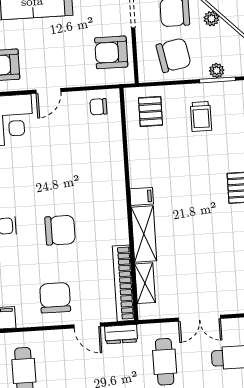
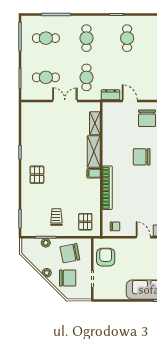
armchair: (111, 52) -> (106, 257), turned -90
door: (48, 91) -> (143, 237), hinge flipped
bookcase: (123, 283) -> (107, 188), moved

